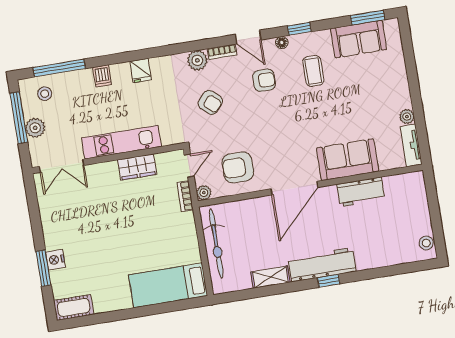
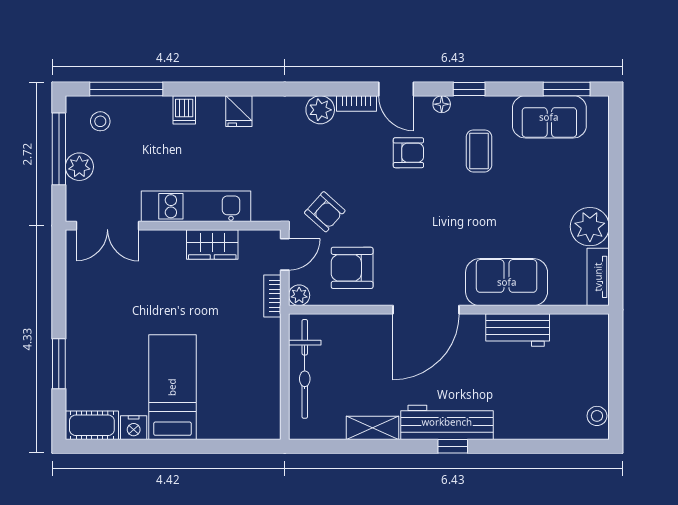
armchair: (210, 102) -> (325, 212), moved
plant: (407, 117) -> (590, 227), width x1.88, depth x1.88
nightstand: (55, 260) -> (134, 428), moved, turned -90
bed: (168, 285) -> (172, 387), moved, turned 90

